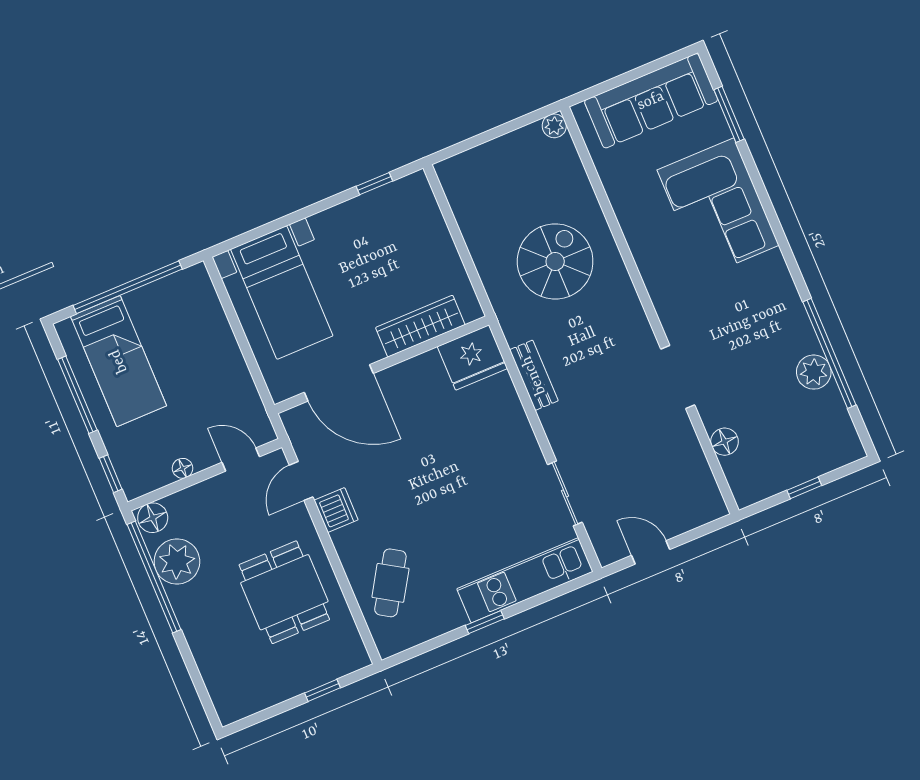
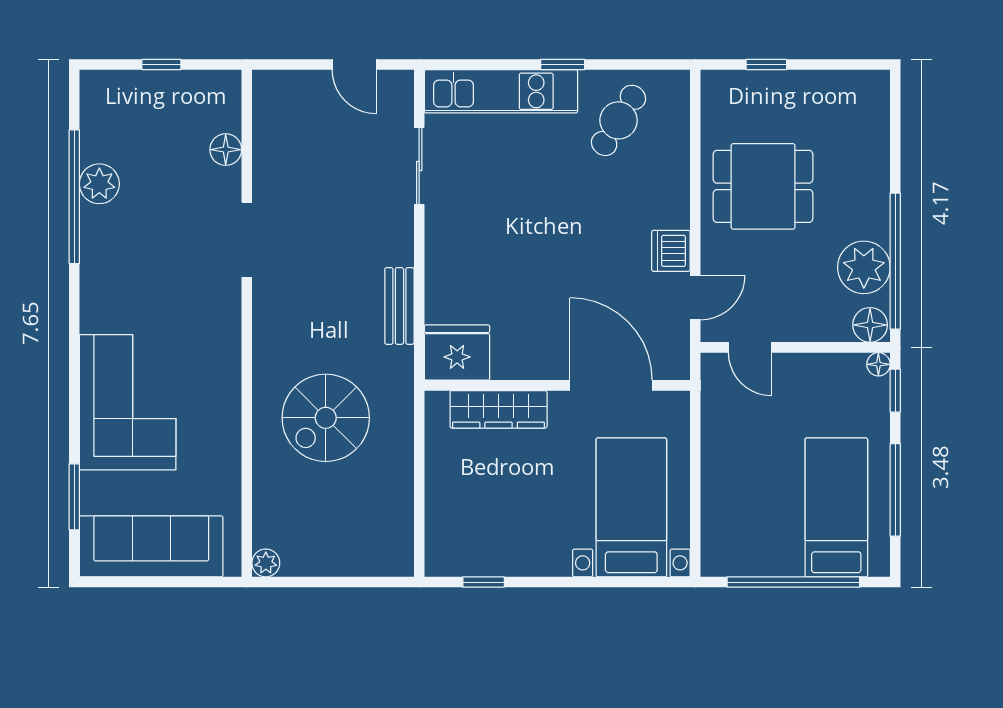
floor lamp: (183, 468) -> (878, 364), moved
cafe table: (390, 583) -> (619, 120), moved
dining table: (284, 592) -> (763, 186), turned 90

